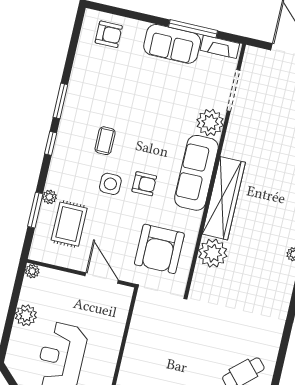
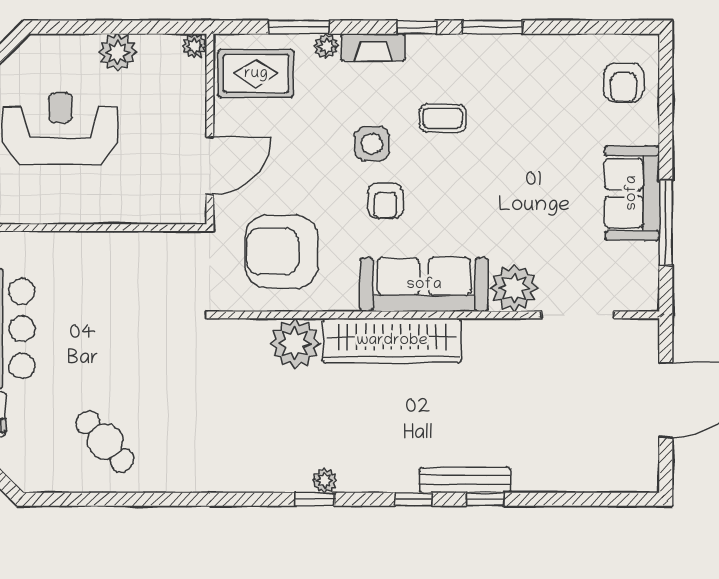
fireplace: (220, 47) -> (373, 47), moved, turned -90
rug: (69, 224) -> (256, 74), moved

